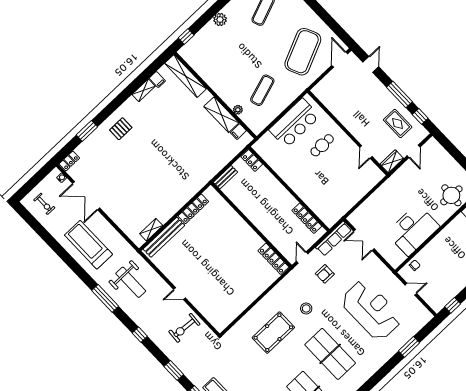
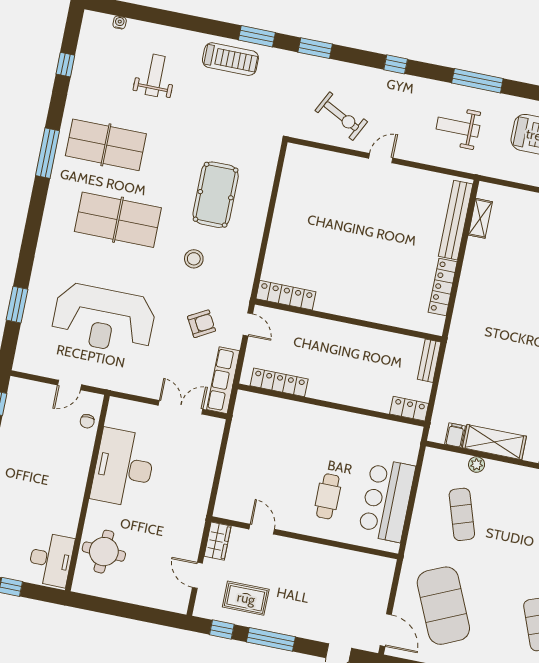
armchair: (325, 274) -> (201, 324), turned 61
weight bench: (131, 282) -> (458, 127), width x0.73, depth x0.75
exercise bike: (184, 328) -> (341, 116), turned 113

